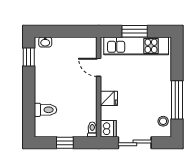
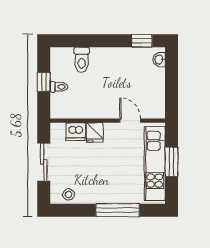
door: (99, 67) -> (130, 121), hinge flipped
window: (177, 100) -> (118, 210), moved
dishwasher: (108, 129) -> (76, 132), moved
toilet: (92, 130) -> (59, 87), moved

